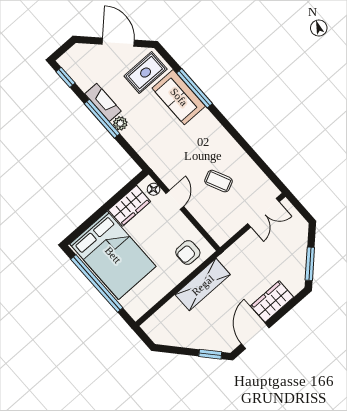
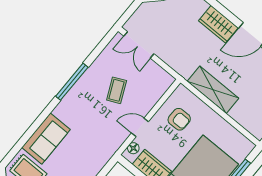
window: (195, 88) -> (72, 82), moved
double door: (263, 213) -> (139, 45), swing flipped
armchair: (188, 252) -> (179, 119), moved

